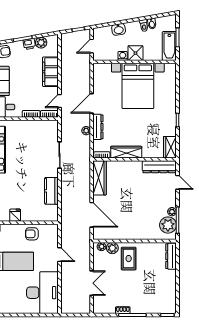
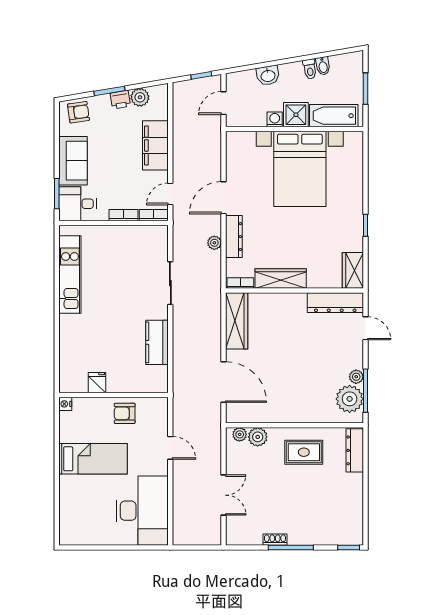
bathtub: (169, 46) -> (334, 116), moved, turned 90
rug: (129, 259) -> (304, 452), moved, turned 90

